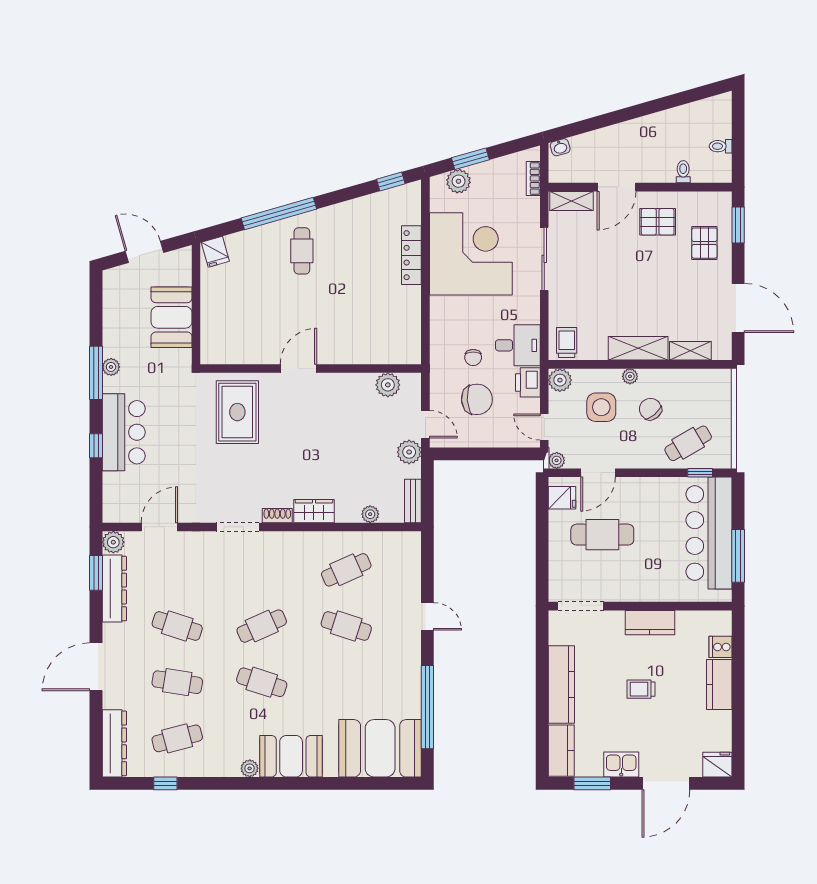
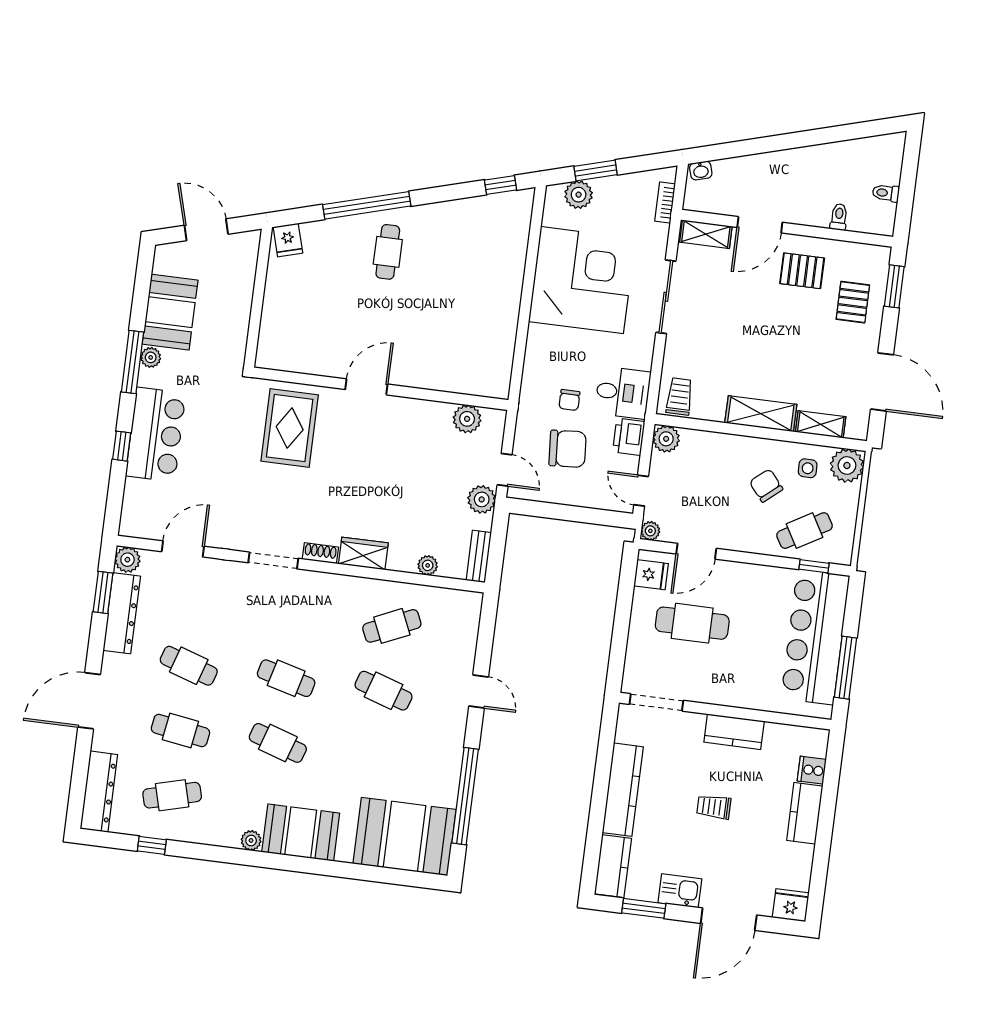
locker: (411, 255) -> (513, 273), removed
booth: (172, 317) -> (170, 312), moved
plant: (630, 376) -> (847, 465), moved, width x1.88, depth x1.88
side table: (601, 407) -> (808, 468), moved, width x0.54, depth x0.54
cafe table: (262, 626) -> (286, 678), turned 39

